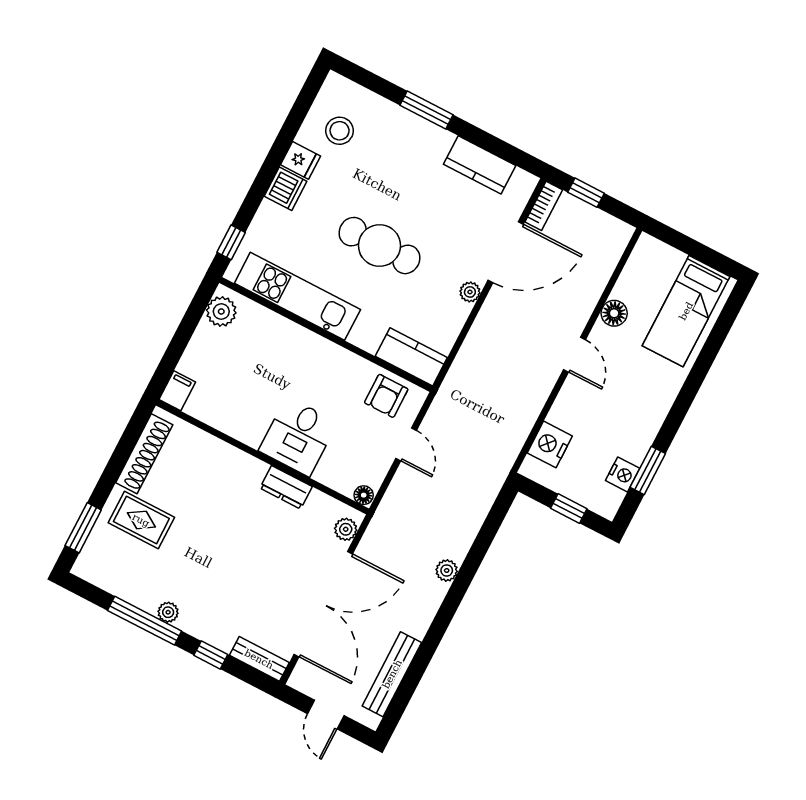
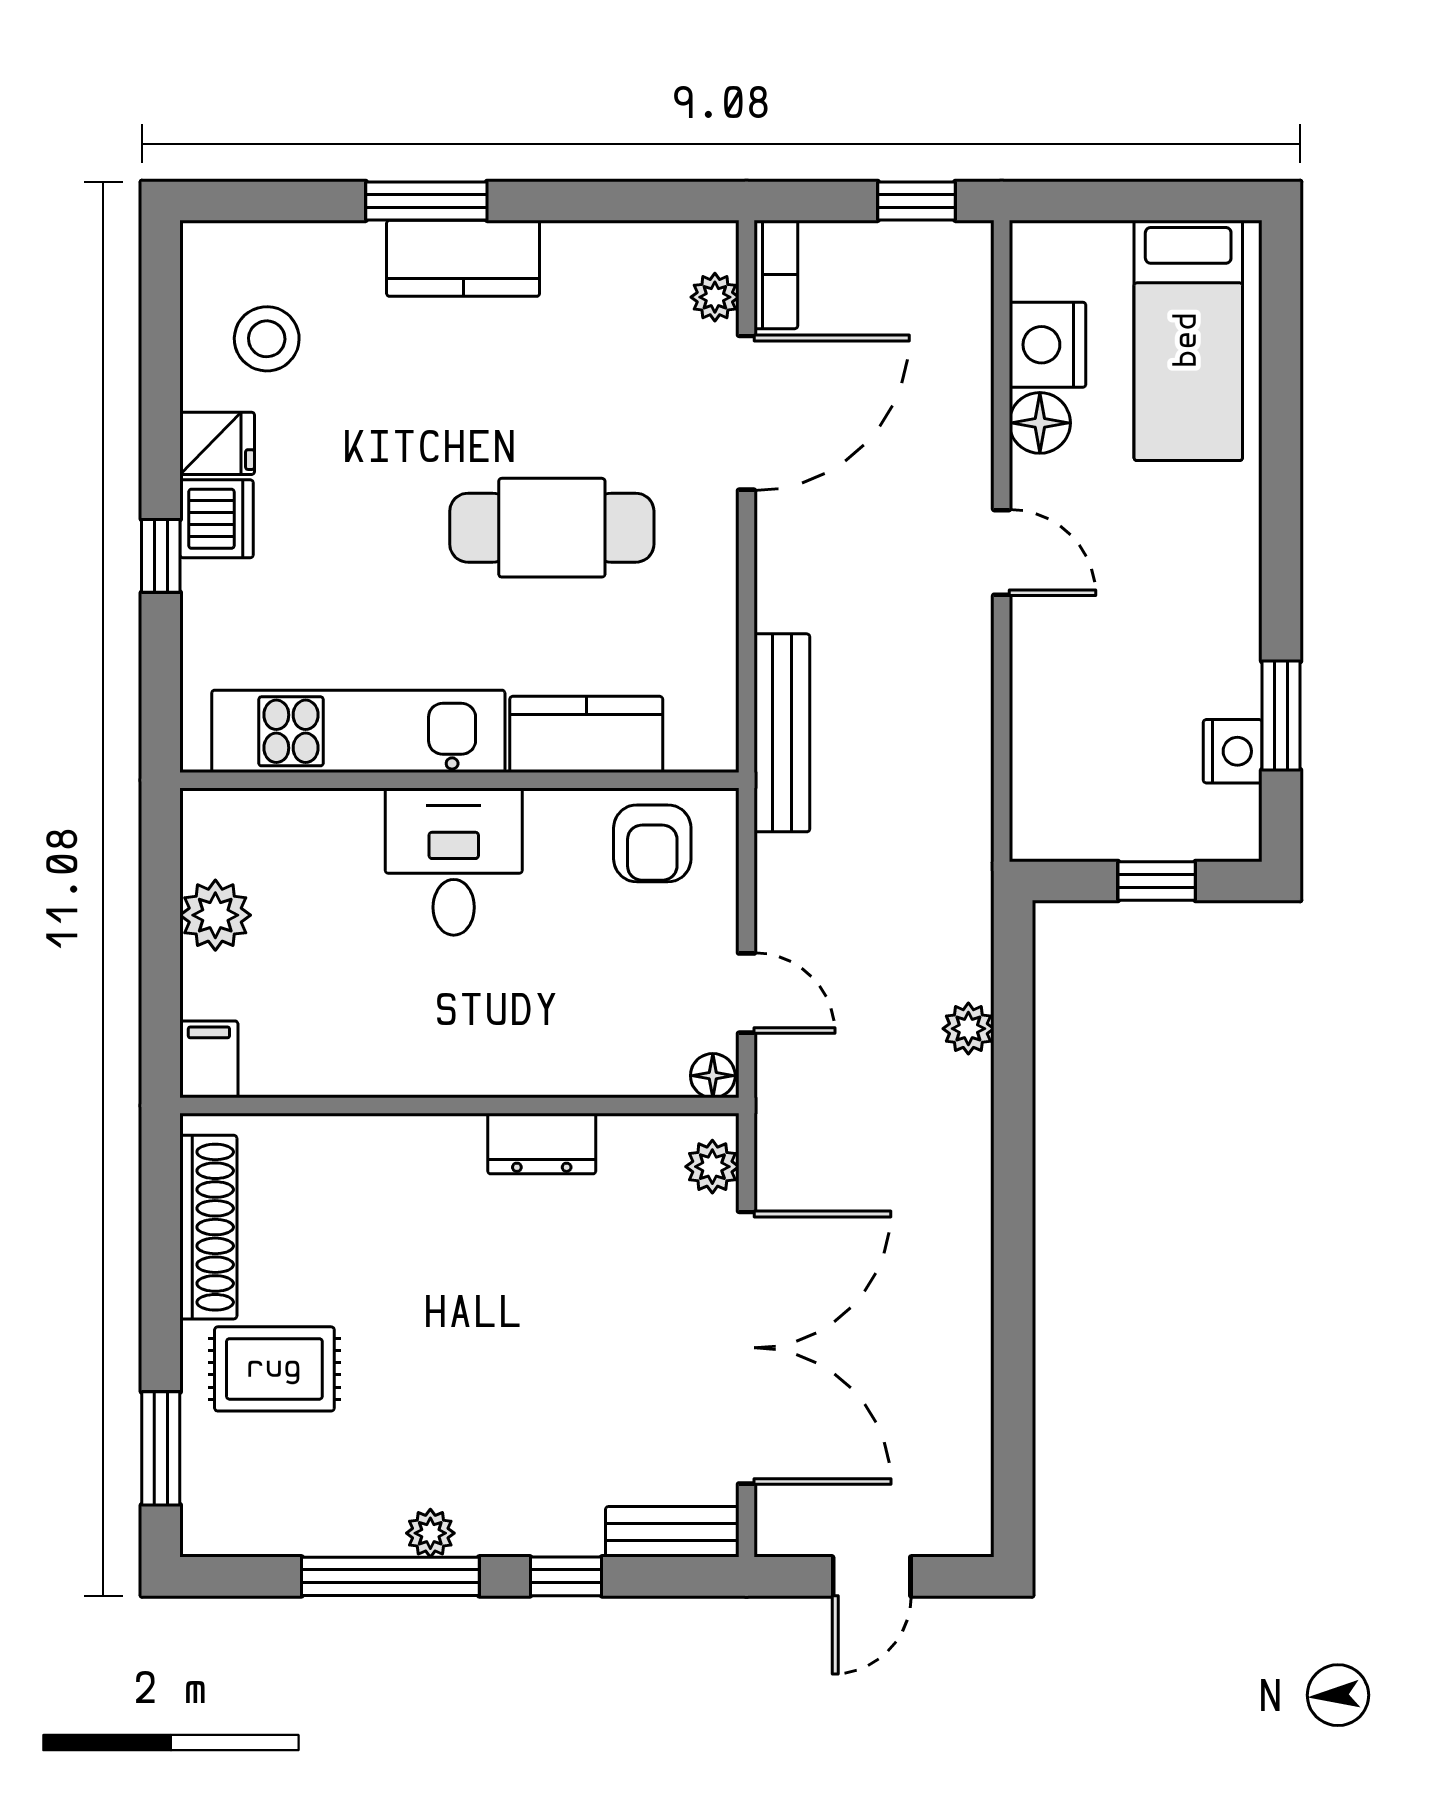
kitchen counter: (480, 165) -> (463, 258), moved
window: (586, 193) -> (917, 201), moved
window: (231, 242) -> (161, 556), moved
cafe table: (379, 246) -> (552, 528), moved
plant: (470, 292) -> (715, 297), moved
plant: (221, 311) -> (215, 915), moved
kitchen counter: (411, 357) -> (586, 734), moved
desk: (298, 437) -> (454, 862), moved, turned 180
door: (406, 444) -> (746, 993), moved
nightstand: (550, 444) -> (1048, 345), moved
plant: (447, 570) -> (968, 1029), moved
bench: (392, 674) -> (782, 733), moved
door: (326, 715) -> (872, 1576), hinge flipped

